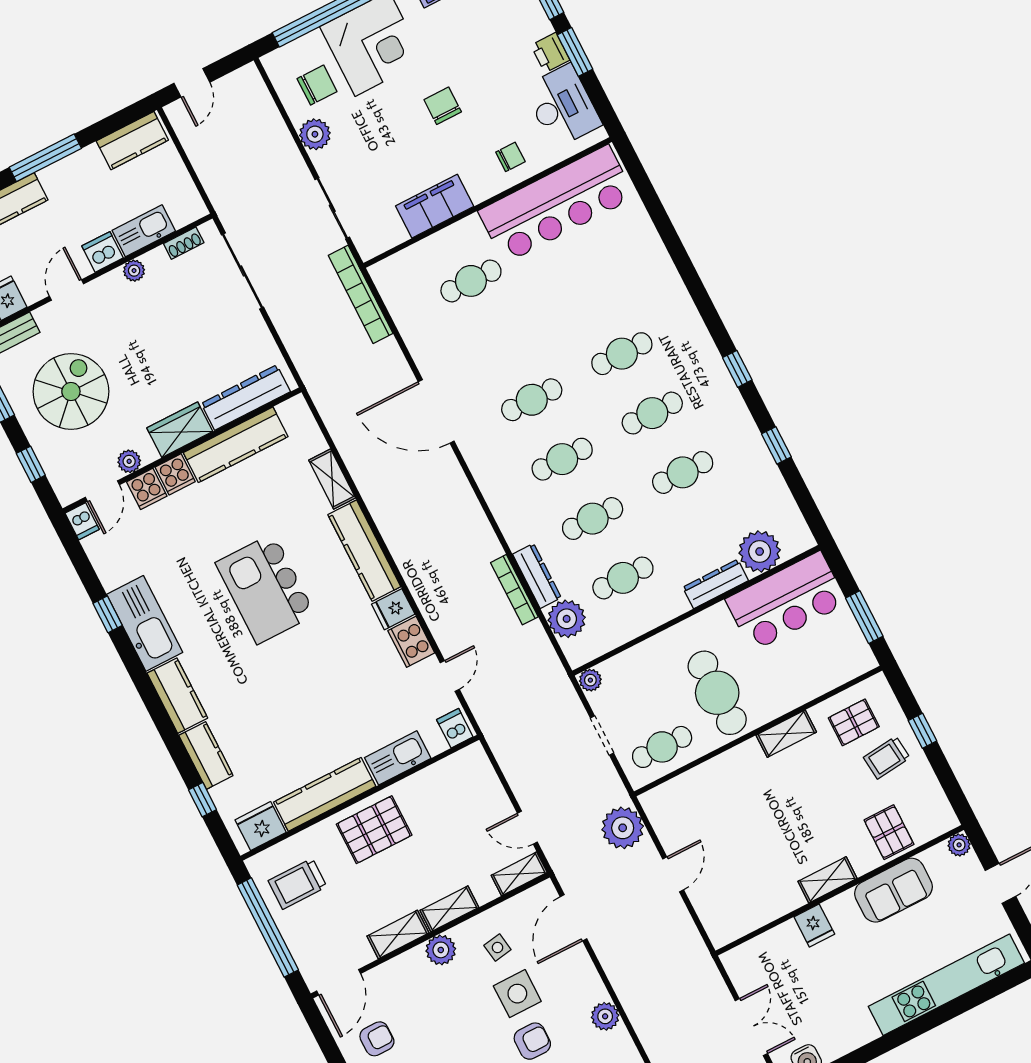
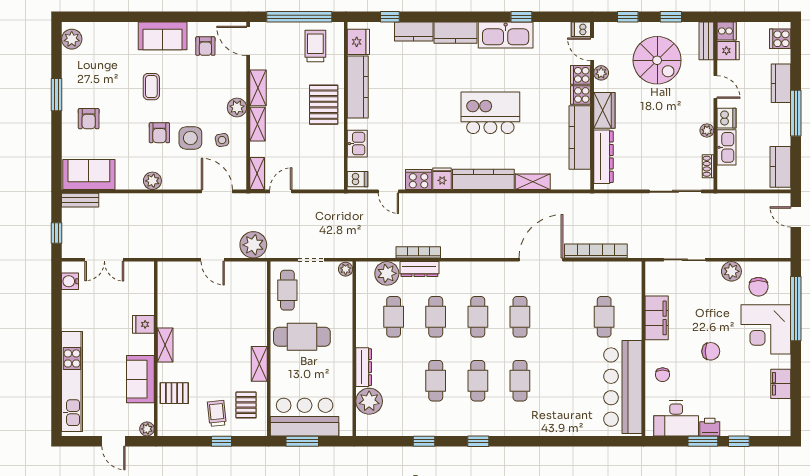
bookcase: (361, 294) -> (596, 251), moved
bar counter: (786, 601) -> (305, 417), moved, turned 90
kitchen sink: (398, 758) -> (357, 144), width x0.73

